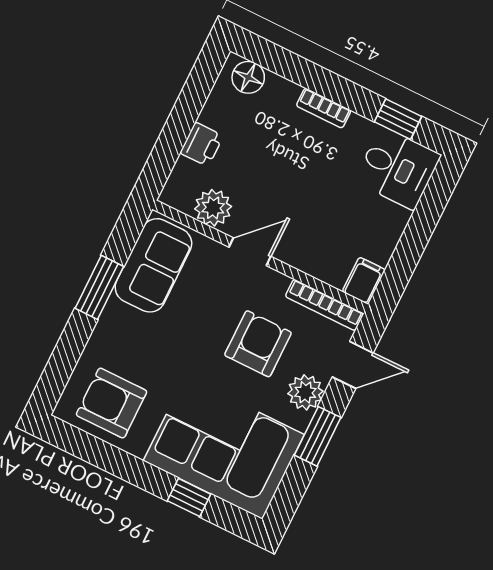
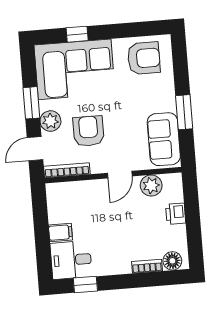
bookcase: (324, 108) -> (147, 266), moved
filing cabinet: (364, 281) -> (60, 232), moved, turned -90
armchair: (258, 344) -> (88, 131), turned 180

